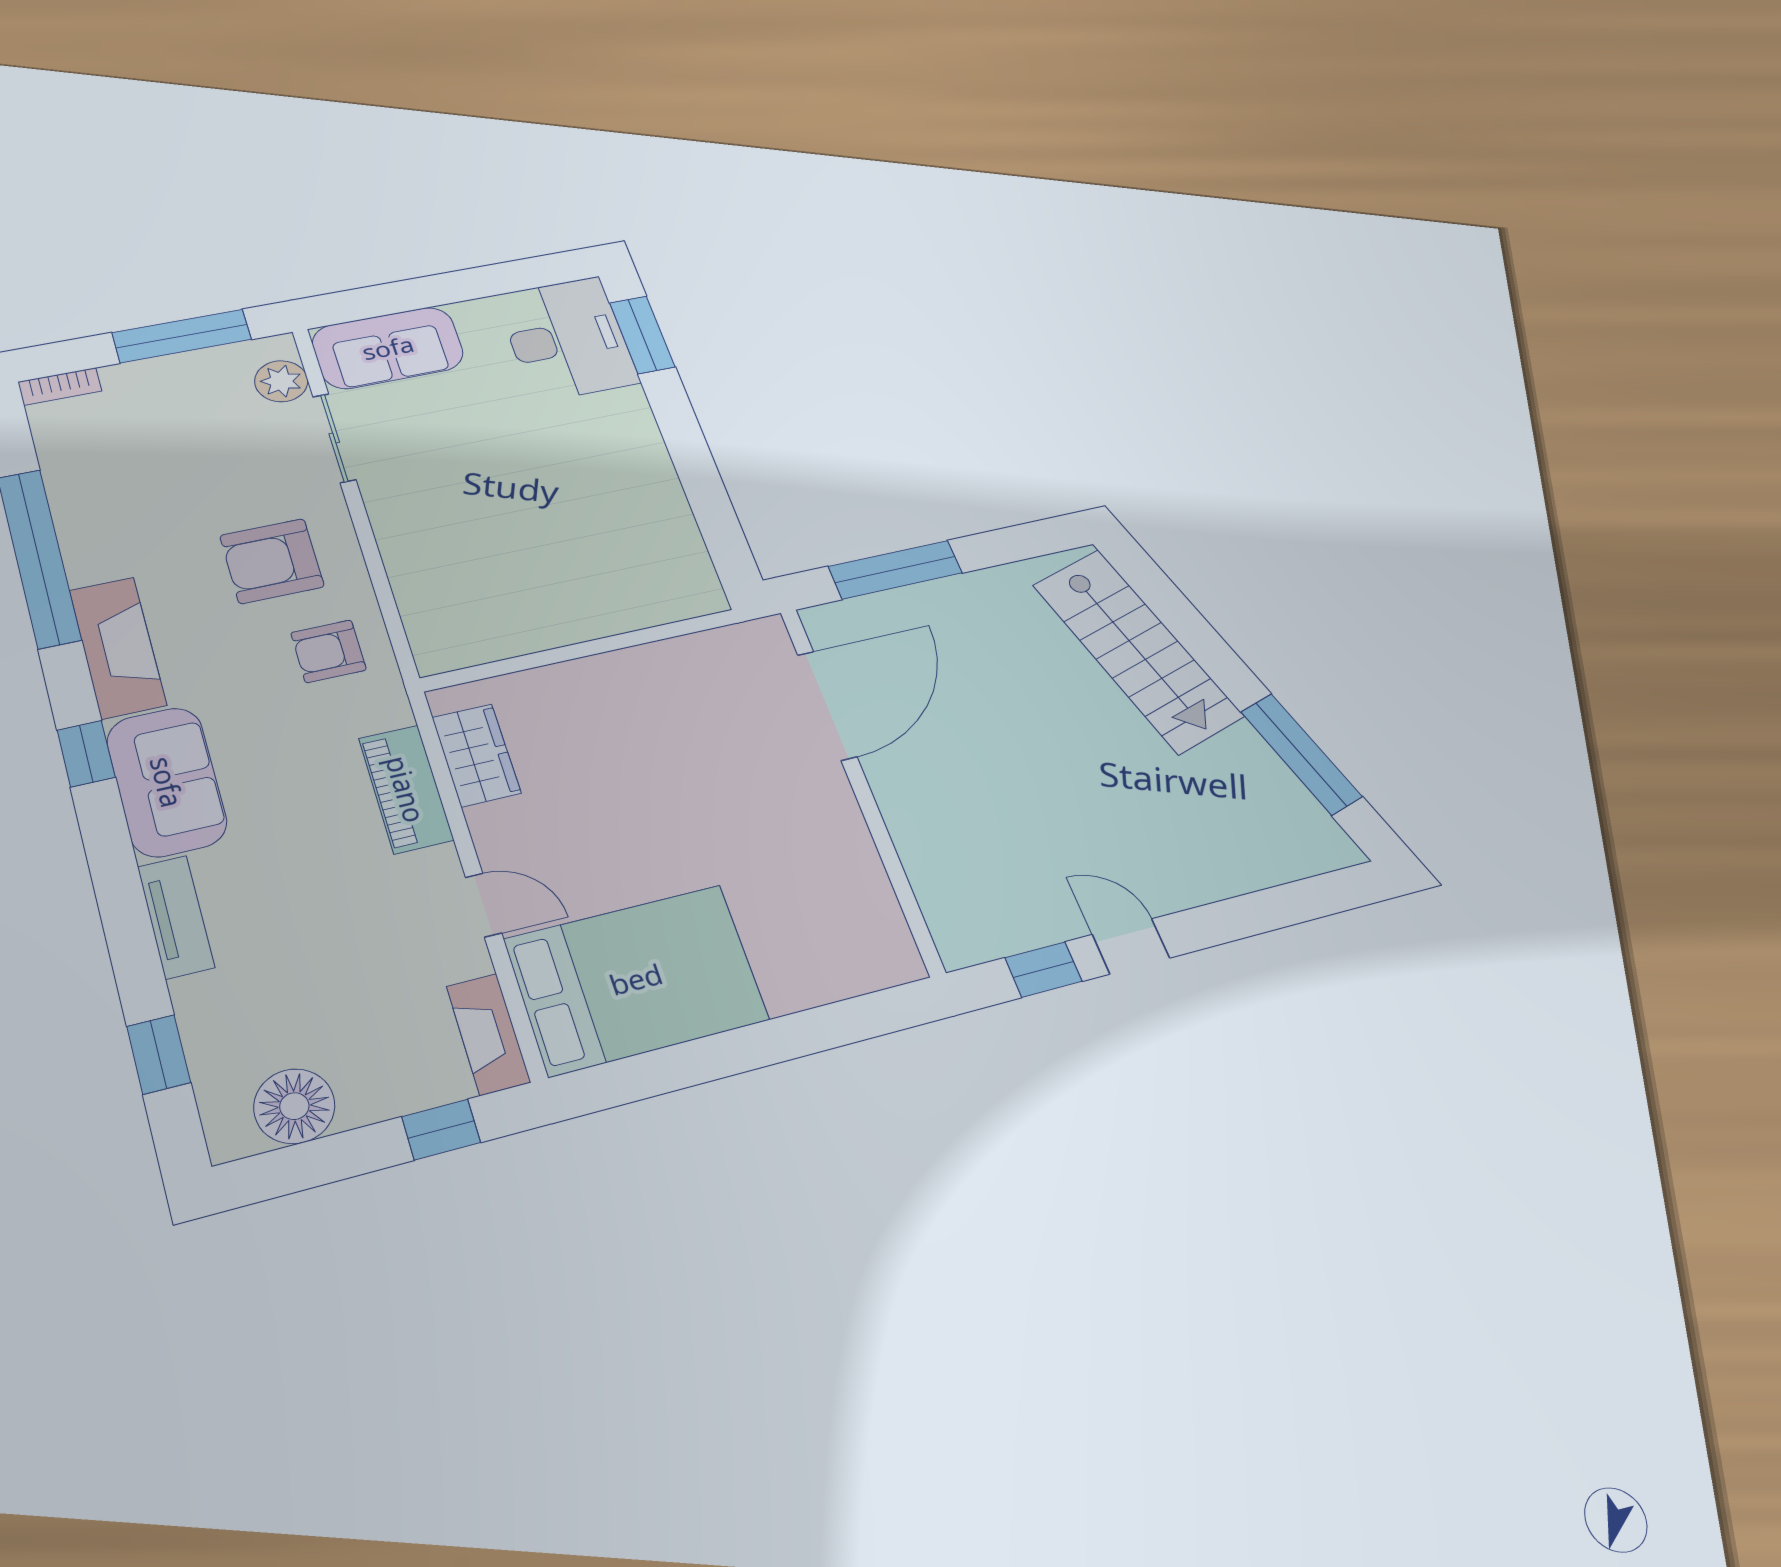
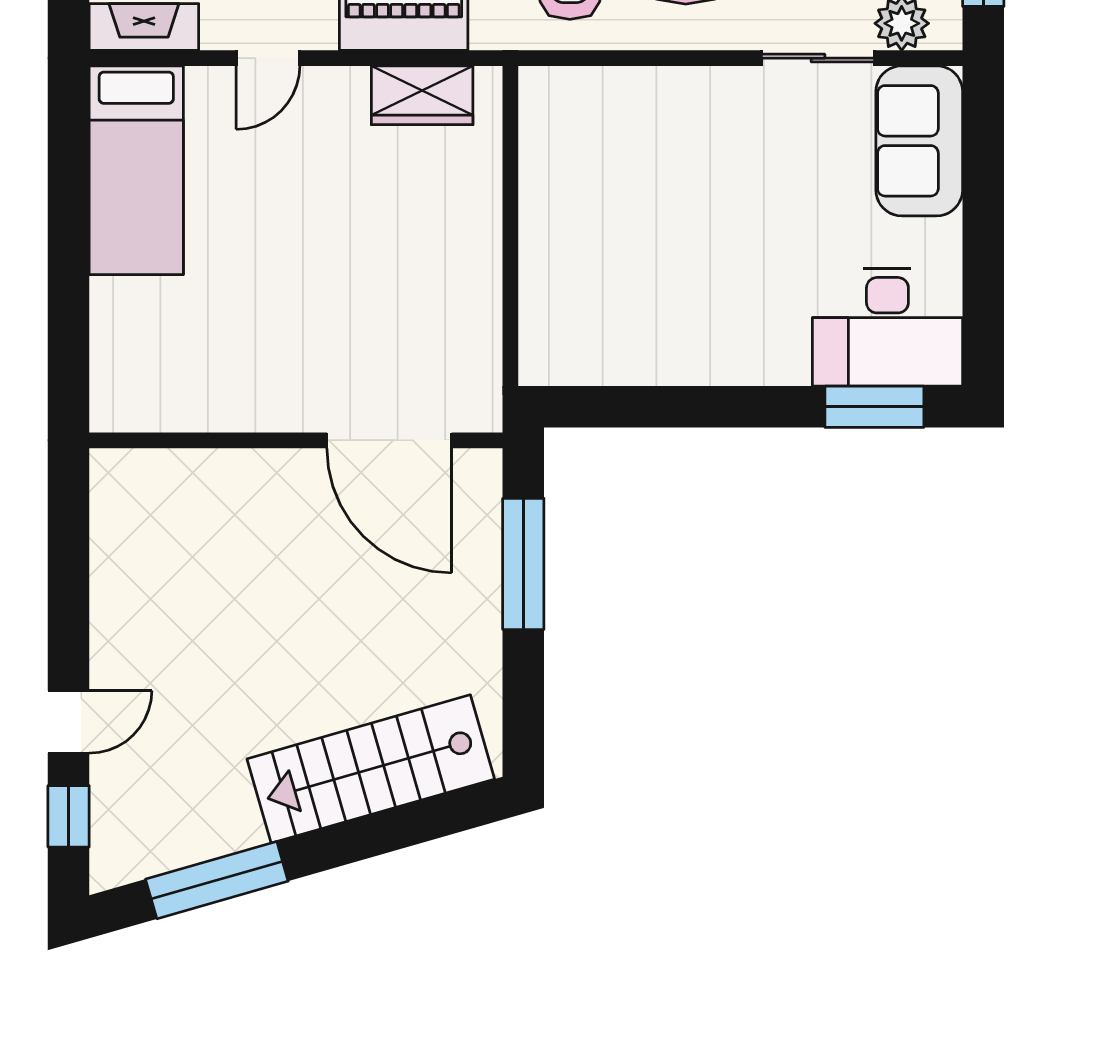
door: (1131, 946) -> (69, 722), moved
window: (1043, 970) -> (69, 816), moved
bed: (636, 979) -> (136, 170), width x0.67

